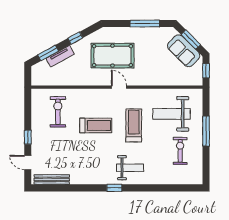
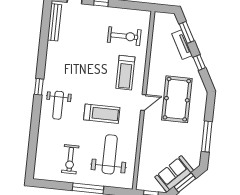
treadmill: (96, 125) -> (125, 73), moved
exercise bike: (180, 151) -> (70, 159), turned 90

